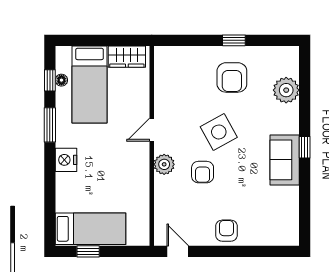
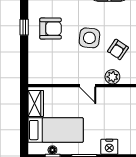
side table: (219, 132) -> (89, 38), turned 35
armchair: (203, 172) -> (118, 49), turned 124

